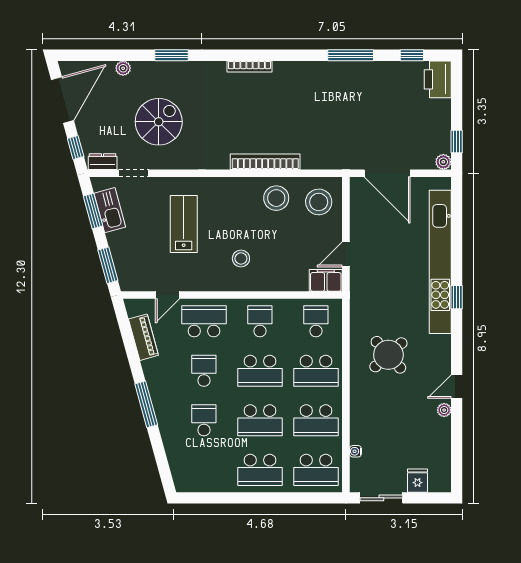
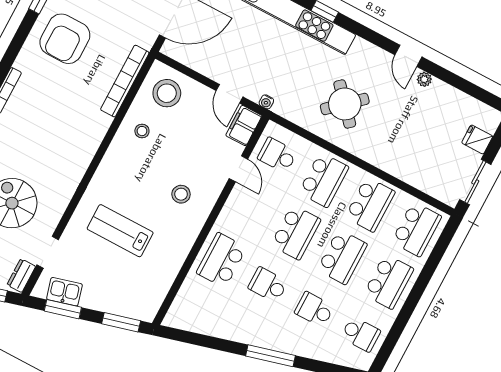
armchair: (319, 93) -> (65, 39), added
bookcase: (265, 162) -> (125, 81), moved
stool: (276, 198) -> (142, 131), width x0.53, depth x0.53
kitchen sink: (110, 210) -> (64, 292), width x0.73
door: (167, 295) -> (238, 169), moved
school desk: (260, 321) -> (361, 334), moved, turned 180
piano: (143, 337) -> (206, 325), removed
water cooler: (355, 451) -> (266, 102), moved

